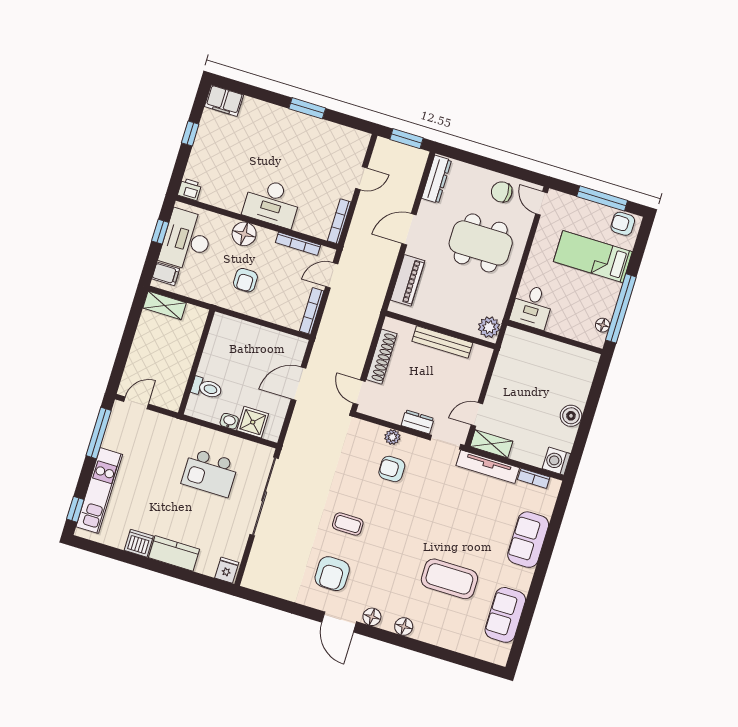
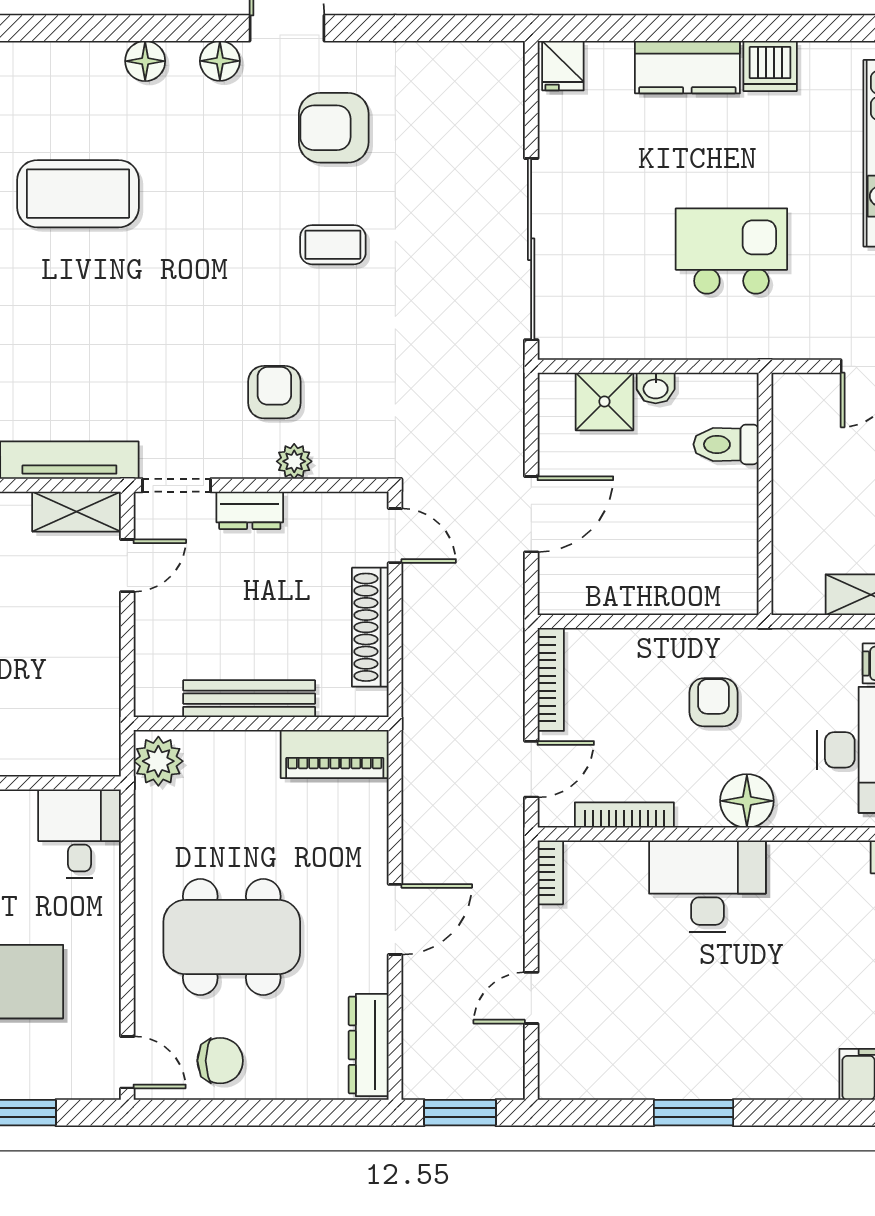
bookcase: (339, 221) -> (550, 872), width x0.64
piano: (408, 280) -> (335, 754), moved, turned -90
armchair: (392, 469) -> (274, 392), turned -90
kitchen island: (210, 473) -> (731, 251), moved
armchair: (332, 574) -> (334, 128), turned -90

